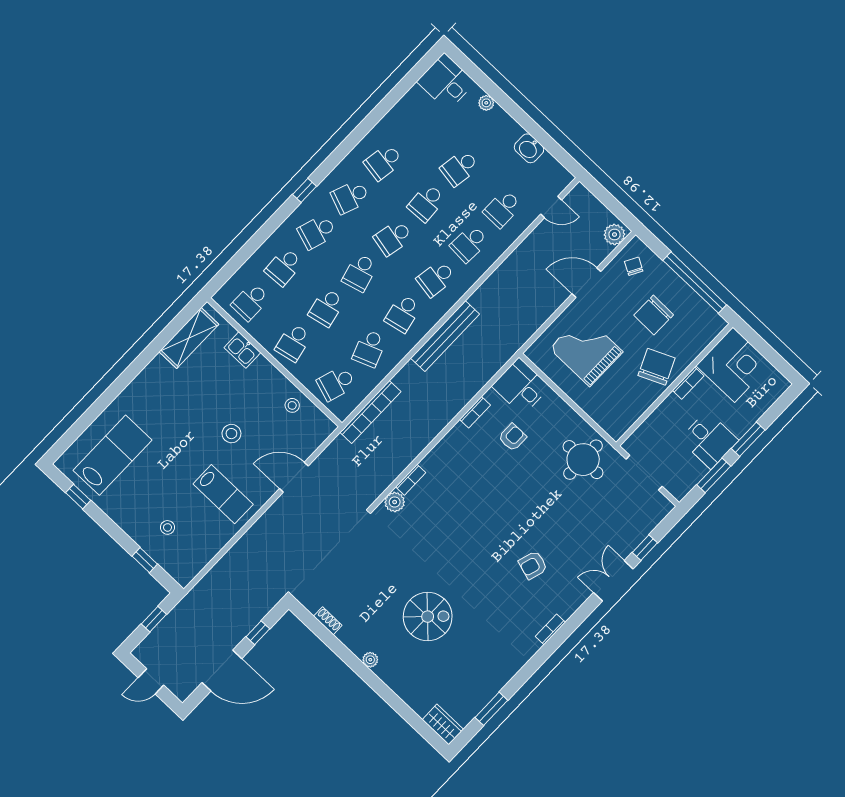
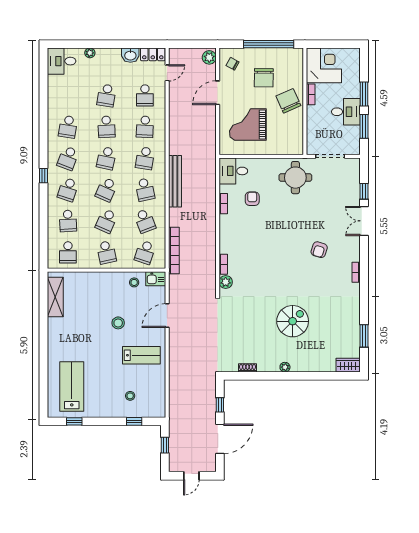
locker: (555, 171) -> (153, 54), added
school desk: (360, 273) -> (106, 190), turned 39
school desk: (327, 308) -> (106, 221), turned 36
kitchen sink: (242, 350) -> (156, 279), moved

